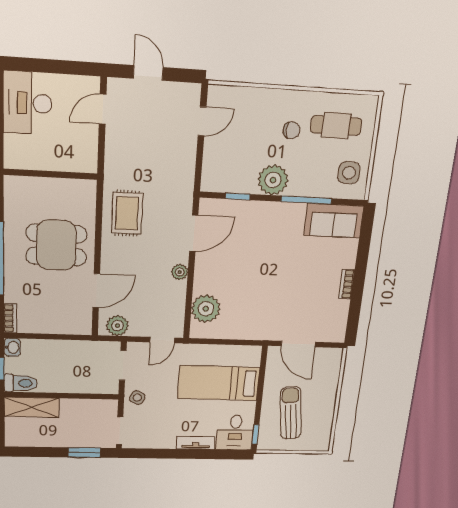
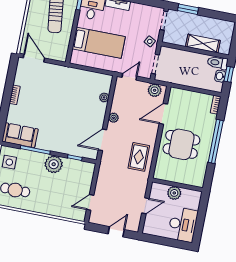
door: (148, 73) -> (116, 232), swing flipped
door: (103, 109) -> (145, 206), moved
chair: (292, 130) -> (41, 191), removed
plant: (54, 159) -> (174, 193), added
plant: (206, 309) -> (104, 97), width x0.53, depth x0.53
door: (298, 344) -> (34, 58), moved
washbasin: (12, 347) -> (220, 76), moved
shelving: (32, 407) -> (203, 44), moved

